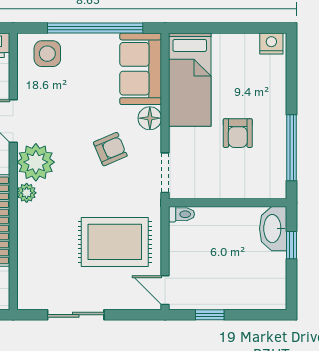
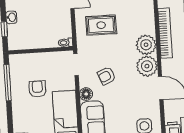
plant: (27, 193) -> (146, 45), width x1.88, depth x1.88
washbasin: (273, 229) -> (11, 17), moved, width x0.52, depth x0.69
rug: (115, 242) -> (101, 25), width x0.73, depth x0.70

